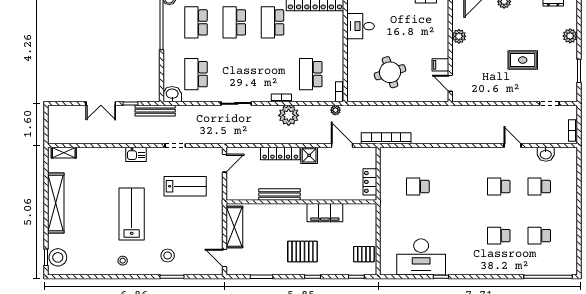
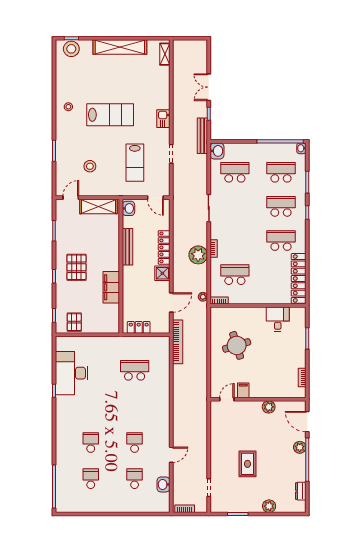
school desk: (418, 187) -> (135, 370), width x1.85
washbasin: (237, 193) -> (128, 208), added
stool: (168, 255) -> (90, 166), moved

